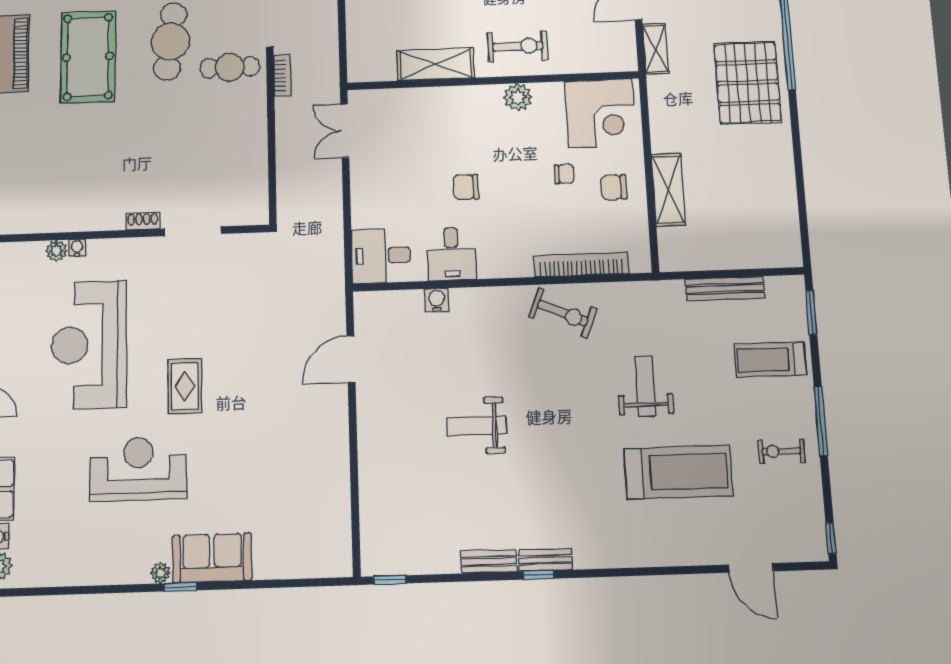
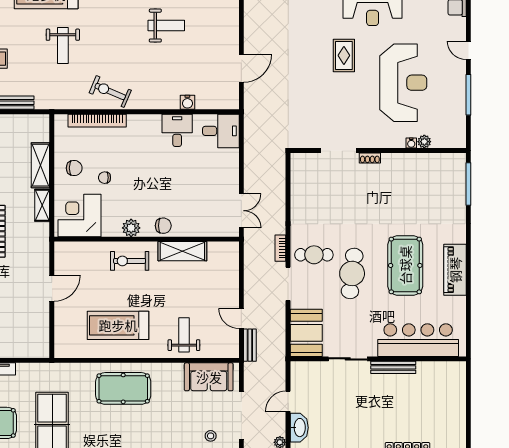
shelving: (656, 49) -> (42, 205), moved
chair: (466, 187) -> (163, 226), moved

